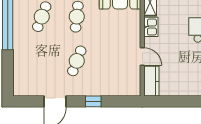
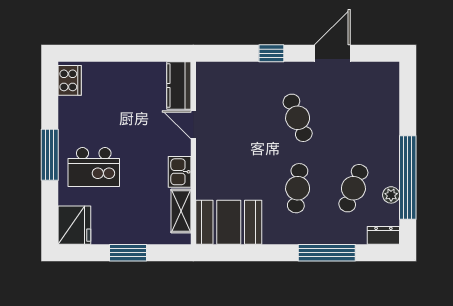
plant: (18, 12) -> (391, 195), added
cafe table: (77, 61) -> (298, 118), turned -42

